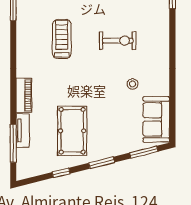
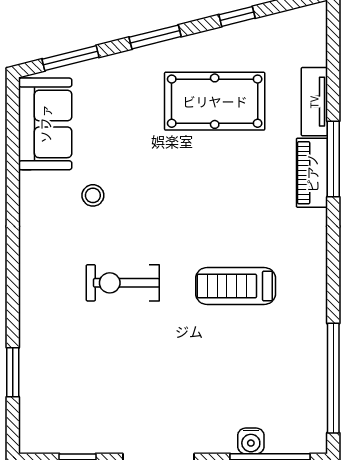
treadmill: (62, 39) -> (236, 286), turned 90
pool table: (72, 131) -> (215, 101), turned 90
window: (13, 143) -> (333, 159), moved

